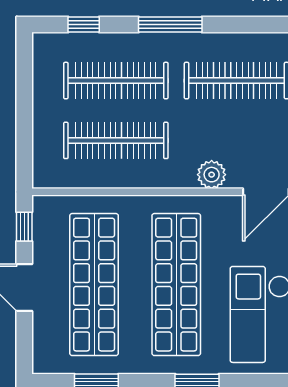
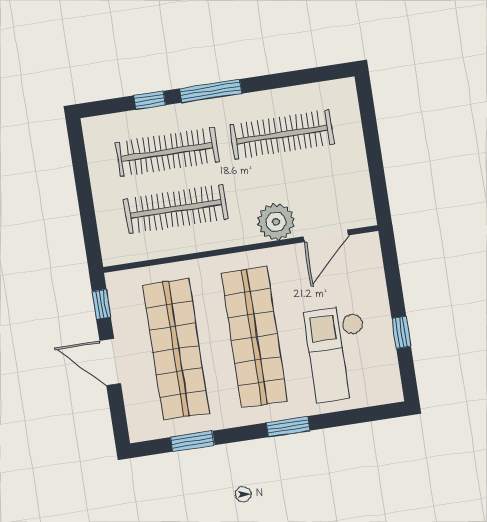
window: (84, 25) -> (150, 100), moved
plant: (212, 175) -> (276, 222), width x1.36, depth x1.36

